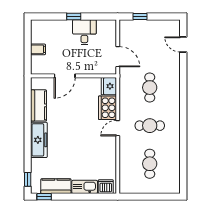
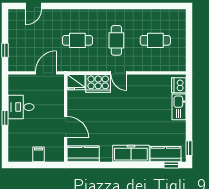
kitchen counter: (39, 105) -> (83, 154), moved
kitchen counter: (56, 186) -> (165, 154), moved, turned 90

